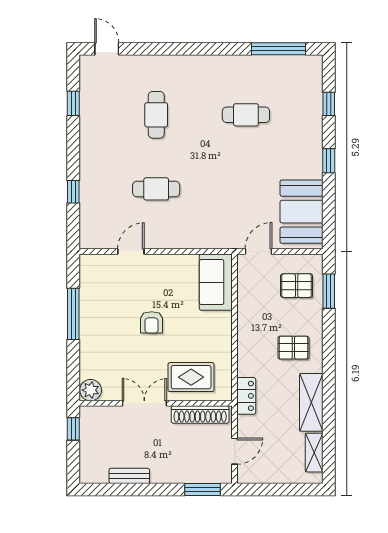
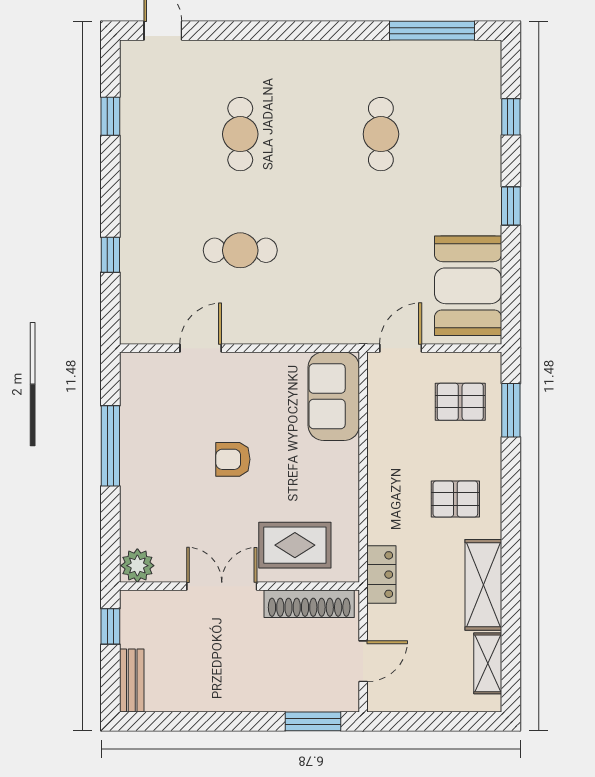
cafe table: (246, 115) -> (381, 134), turned 90
armchair: (152, 322) -> (233, 459), turned 90
bench: (129, 476) -> (132, 680), moved, turned 90

